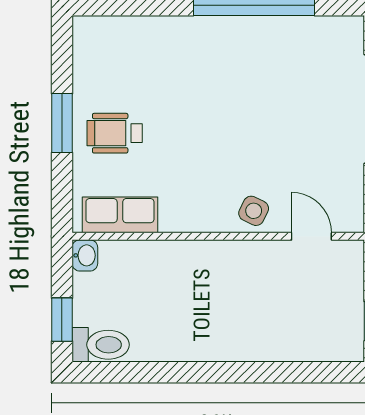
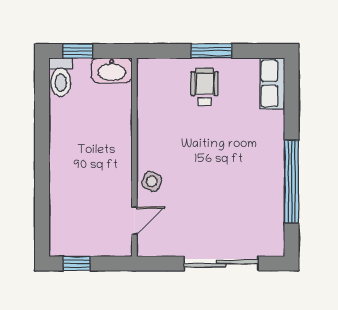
row of seats: (120, 215) -> (272, 83), moved, turned 180
washbasin: (85, 255) -> (112, 70), width x1.91, depth x1.45

